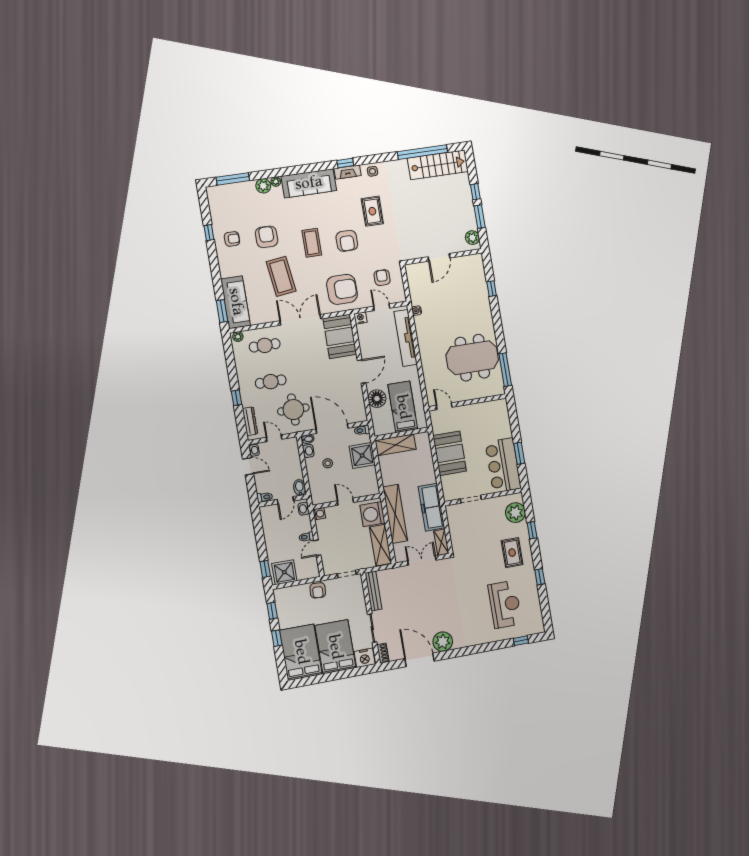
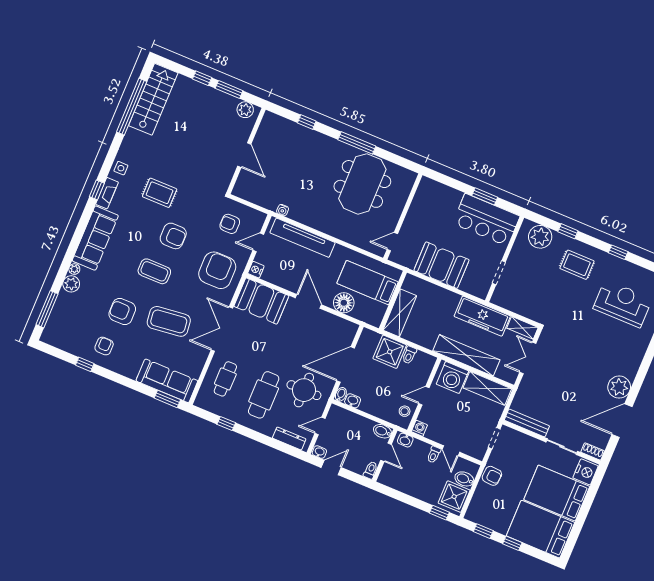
plant: (238, 337) -> (201, 399), removed
window: (505, 370) -> (357, 143), moved
cafe table: (271, 382) -> (264, 395), width x1.37, depth x1.35
window: (237, 398) -> (226, 424), moved
toilet: (362, 430) -> (409, 355), moved
stool: (328, 463) -> (405, 411), moved
bidet: (302, 571) -> (464, 479), added

